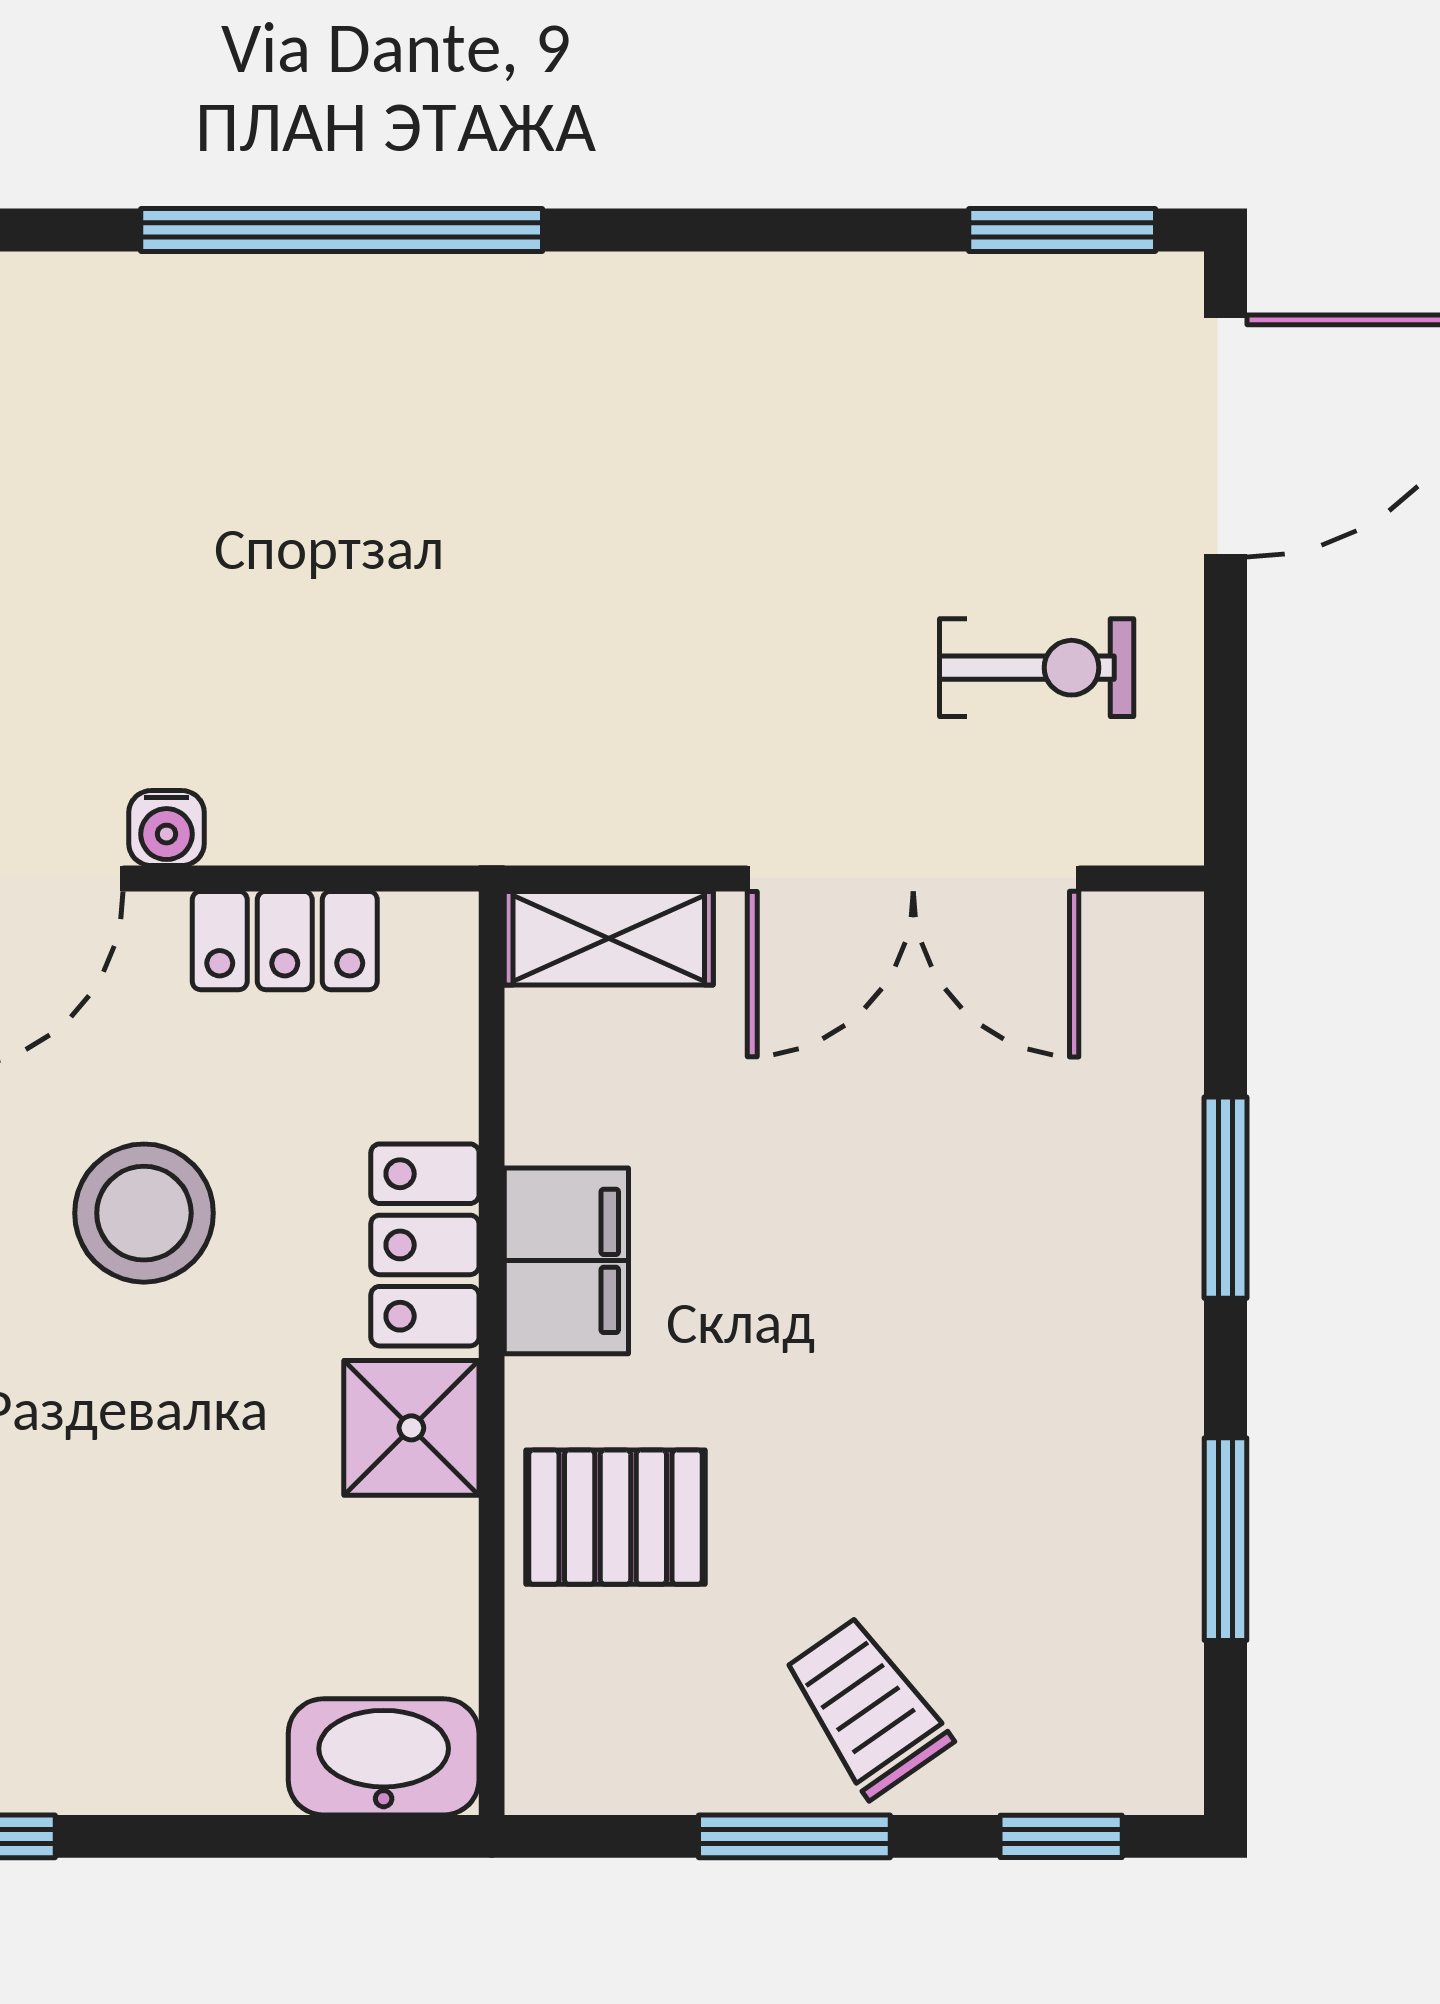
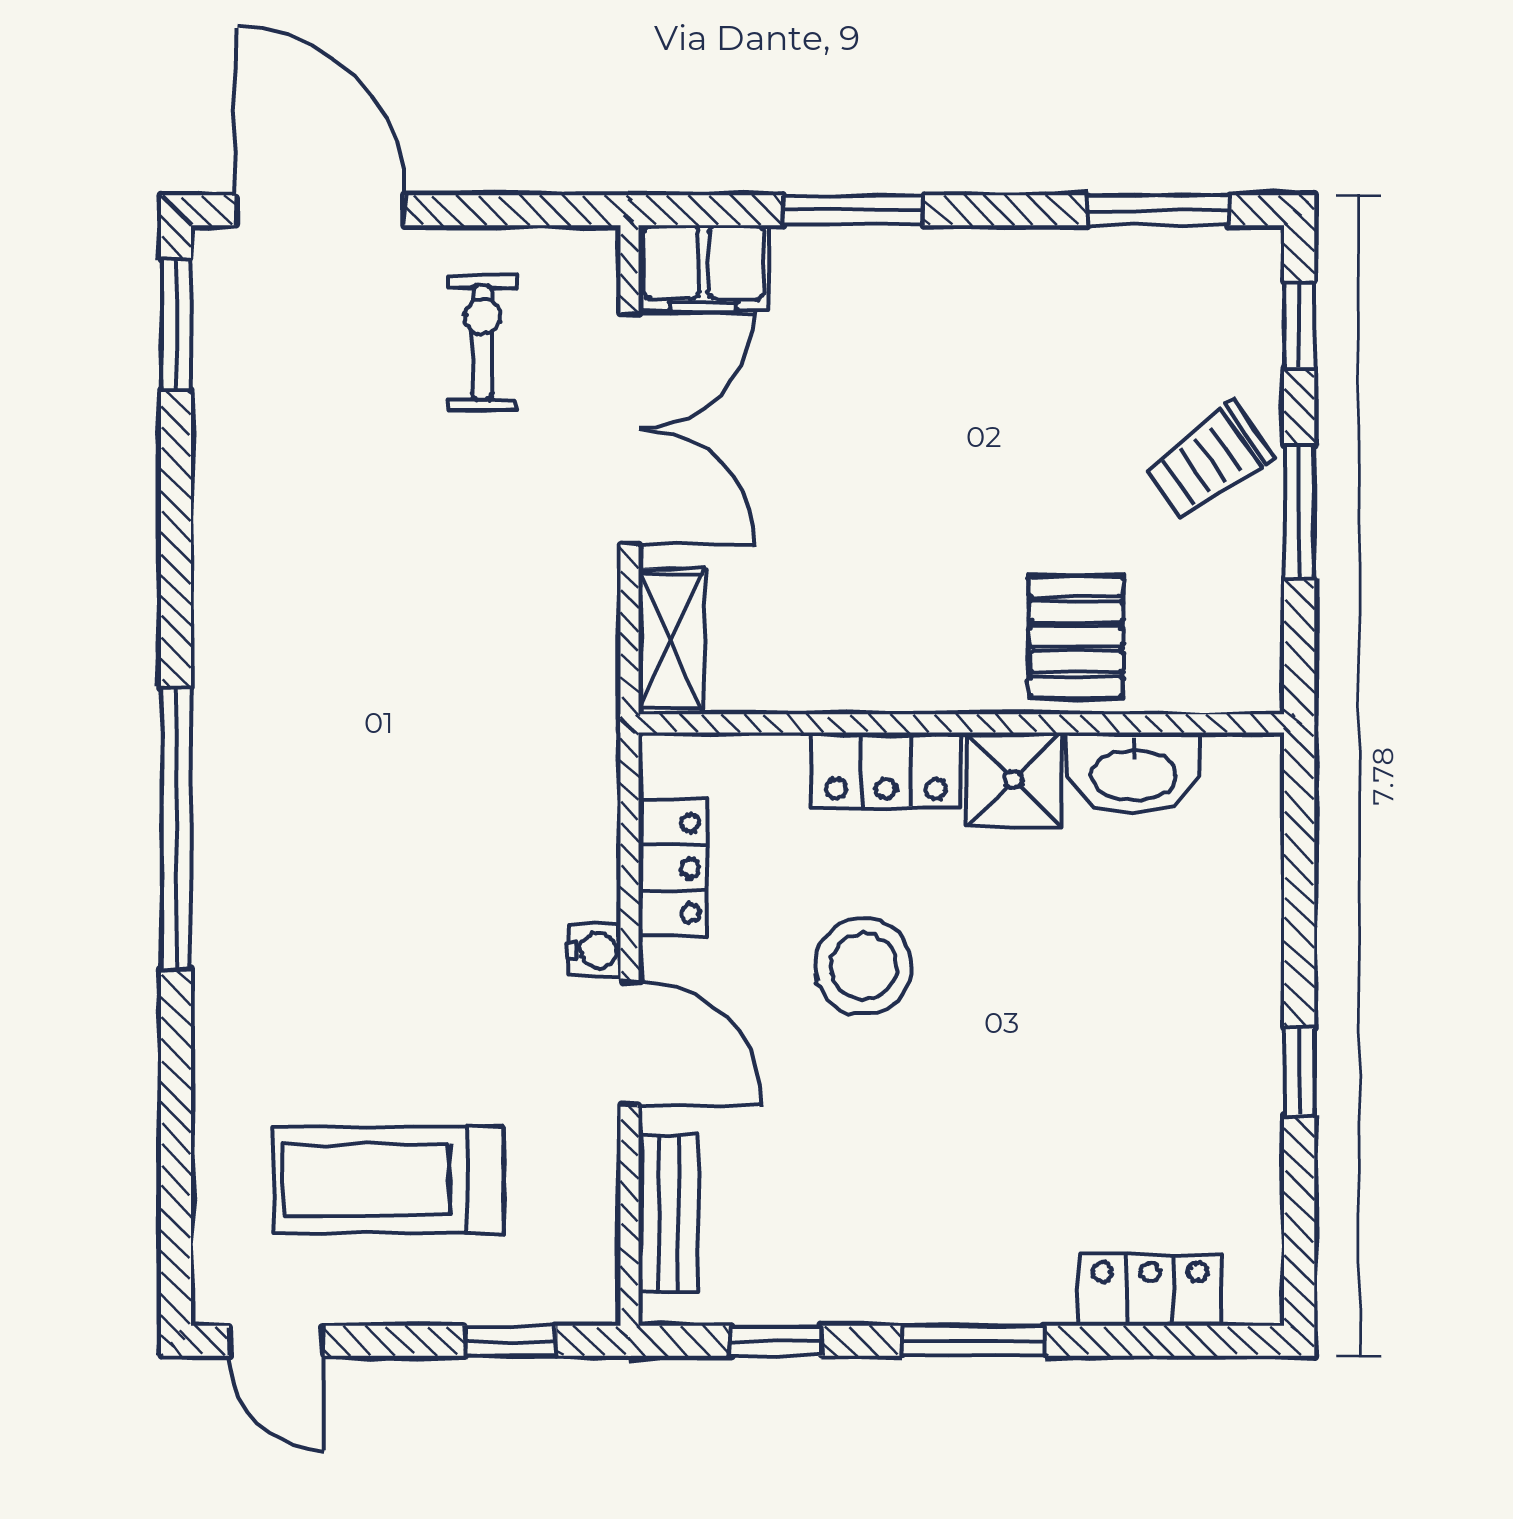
filing cabinet: (566, 1261) -> (703, 268), moved, turned 180
window: (1226, 1539) -> (1159, 210), moved
washbasin: (384, 1757) -> (1133, 773), moved, turned -90

